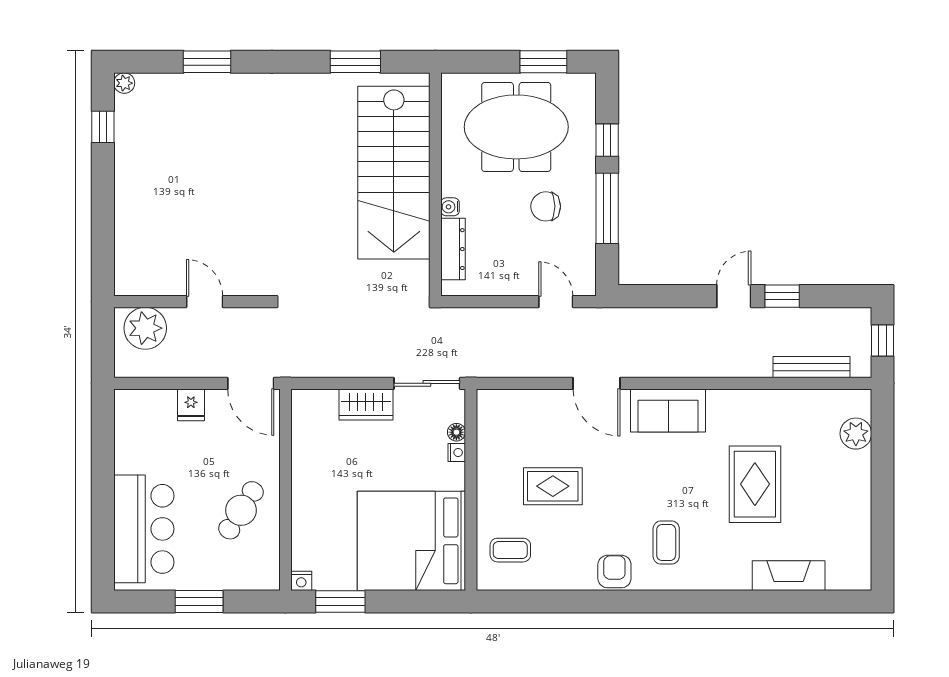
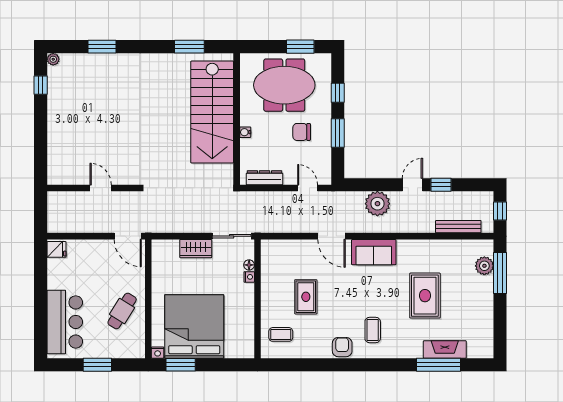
window: (607, 208) -> (338, 133), width x0.69
dresser: (453, 249) -> (264, 178), moved, turned -90
plant: (145, 328) -> (377, 204), moved
fridge: (191, 405) -> (57, 249), moved, turned -90
window: (882, 446) -> (500, 273), added
rug: (553, 486) -> (306, 297), turned 90
bed: (411, 541) -> (194, 326), moved, turned 90
window: (778, 601) -> (439, 365), added

